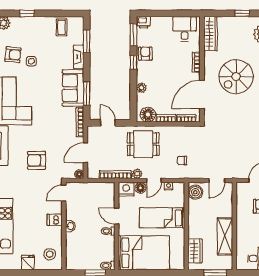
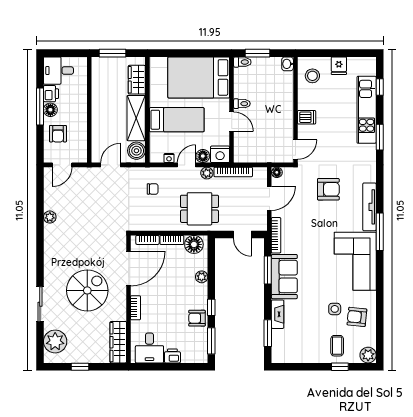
printer: (144, 22) -> (172, 356), moved
coffee table: (62, 27) -> (337, 346), moved
armchair: (145, 54) -> (197, 318), turned 90
washbasin: (70, 226) -> (288, 64), moved
shelving: (225, 236) -> (136, 118), moved

